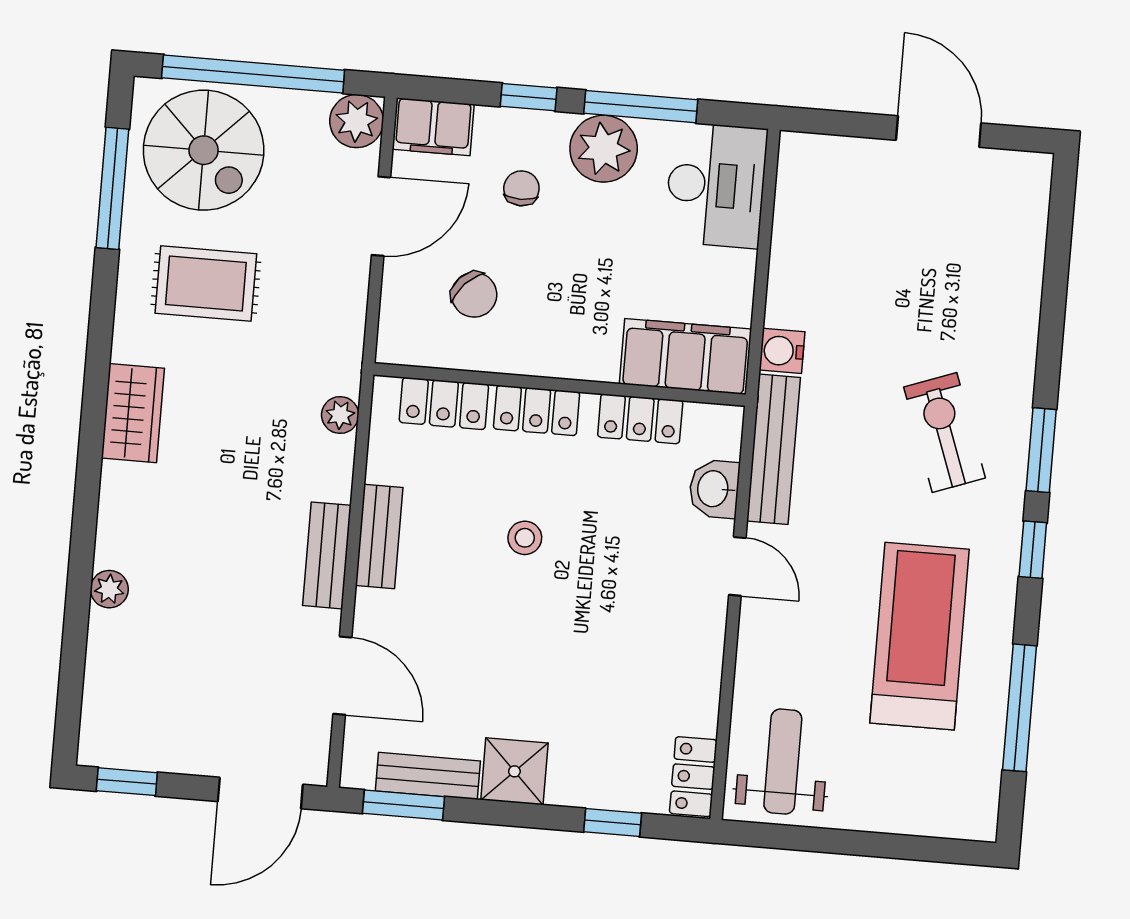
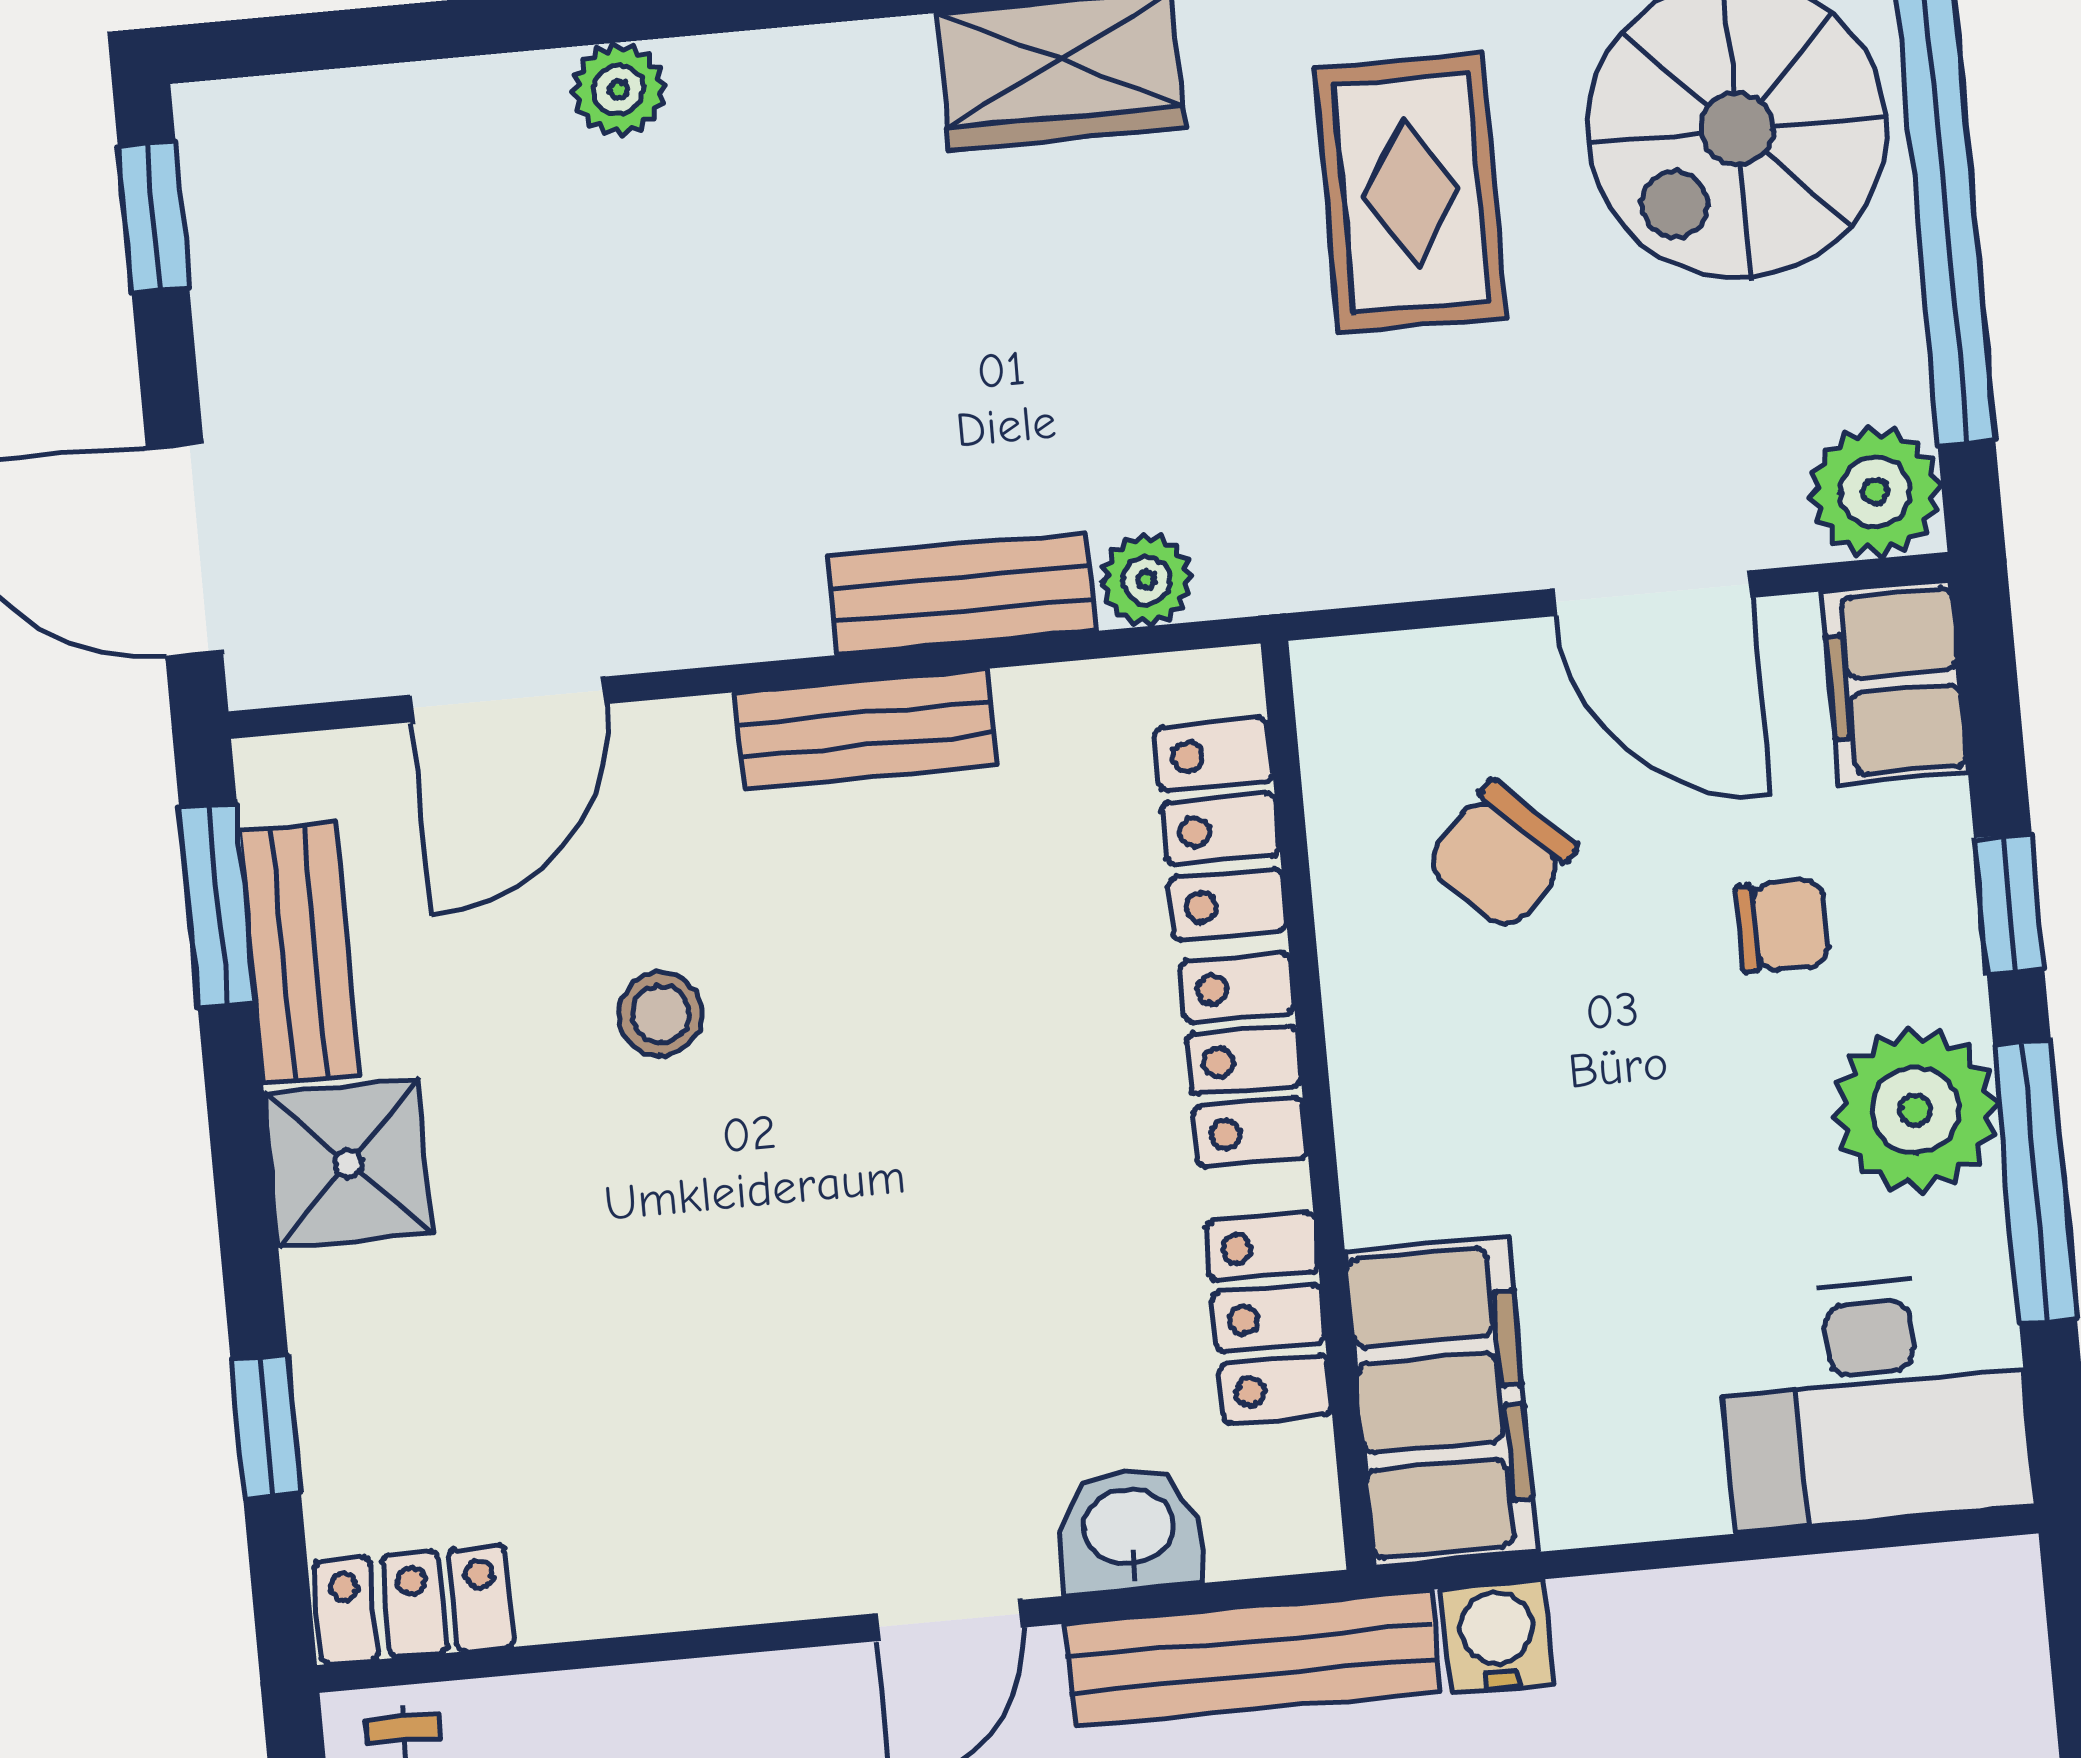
stool: (525, 538) -> (661, 1014), moved
bench: (327, 555) -> (962, 594), moved

